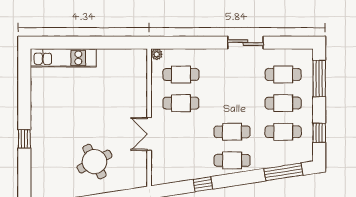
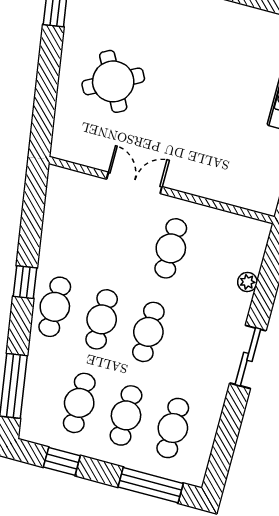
sliding door: (245, 43) -> (248, 357), moved
plant: (157, 54) -> (247, 282), moved
cafe table: (181, 75) -> (148, 332), moved
window: (203, 184) -> (25, 282), moved

